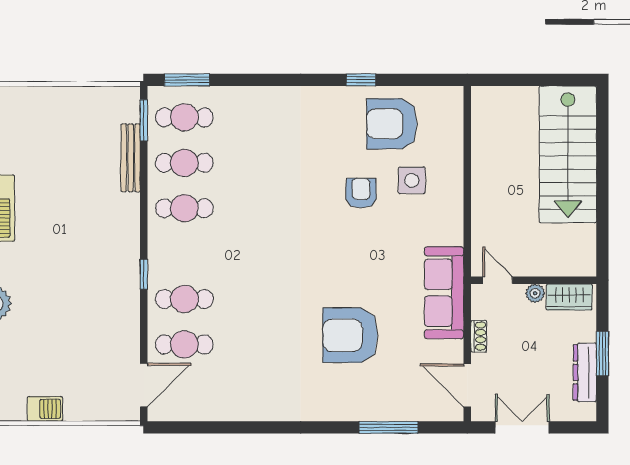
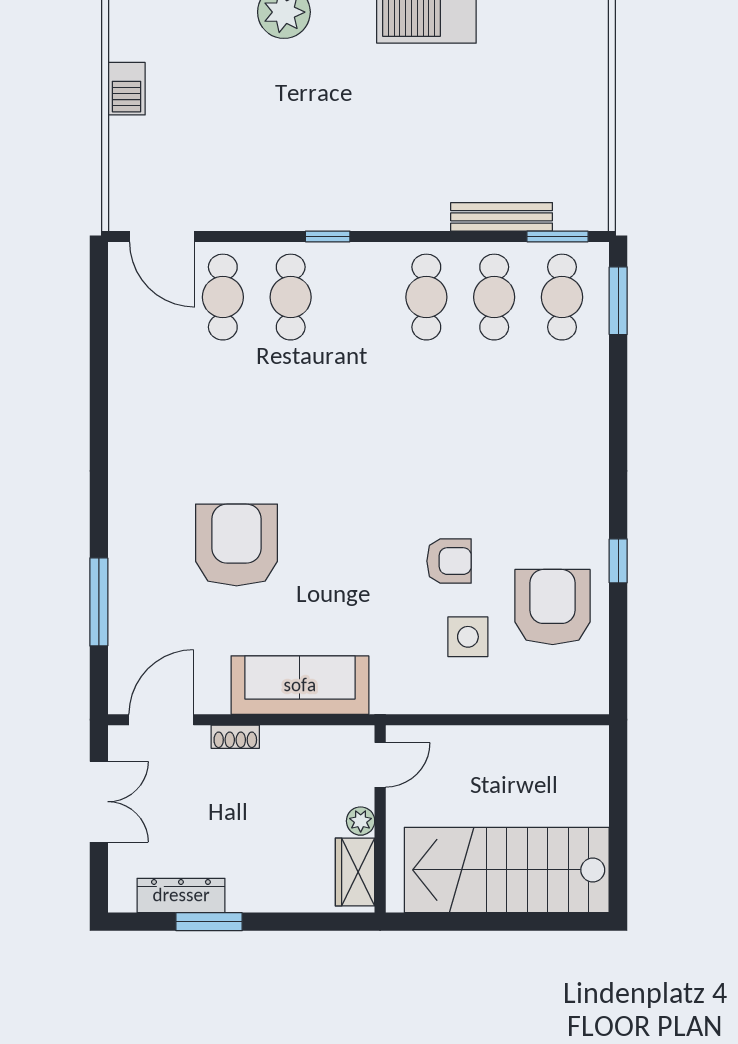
door: (498, 280) -> (380, 765), moved
wall: (534, 280) -> (380, 819), moved
plant: (535, 293) -> (361, 821), moved
wardrobe: (569, 297) -> (355, 872), moved

